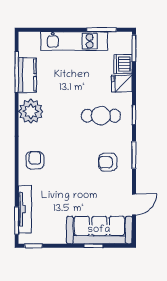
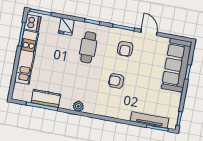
dishwasher: (123, 64) -> (33, 23), moved, turned -90
plant: (31, 111) -> (78, 106), width x0.53, depth x0.53
armchair: (35, 160) -> (116, 81), moved
door: (134, 204) -> (149, 32), moved

